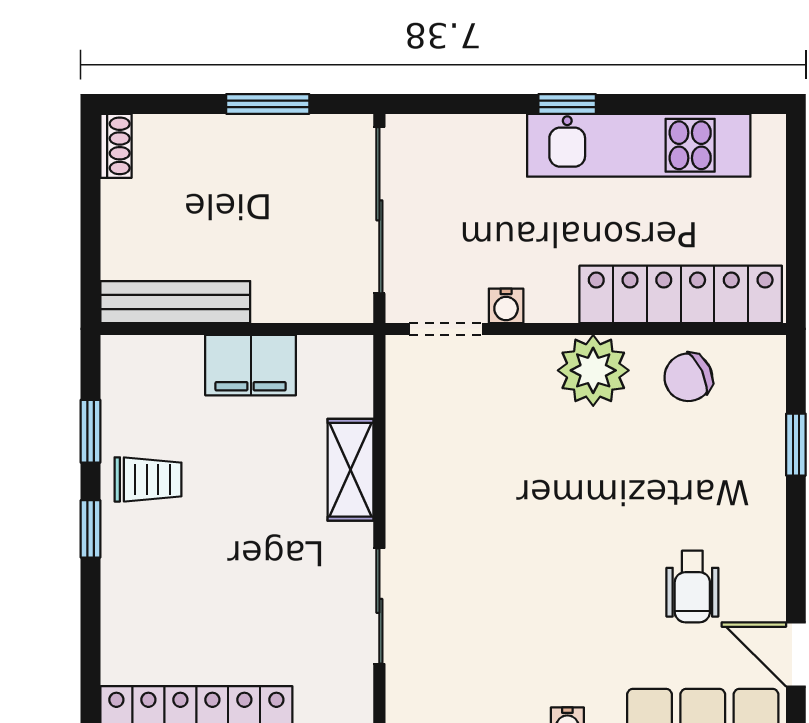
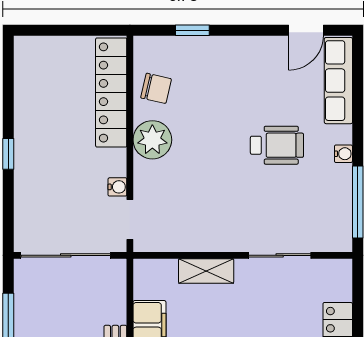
kitchen unit: (639, 145) -> (31, 115), removed
chair: (688, 377) -> (156, 88), turned -52
wheelchair: (692, 586) -> (277, 145), moved, width x1.36, depth x1.37

